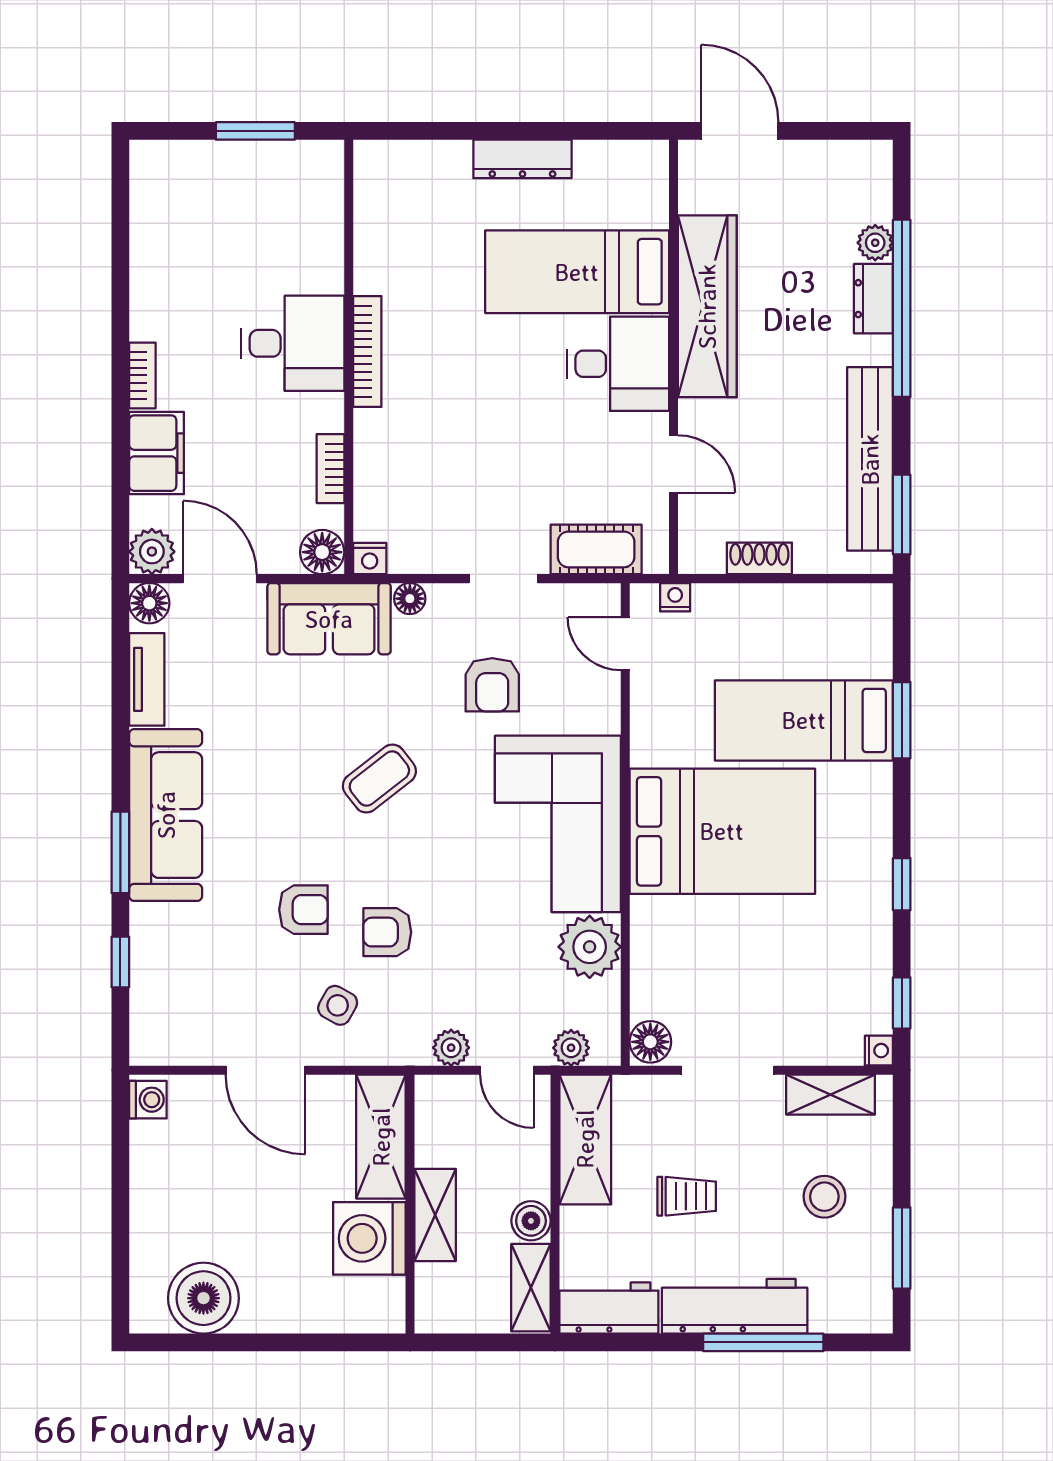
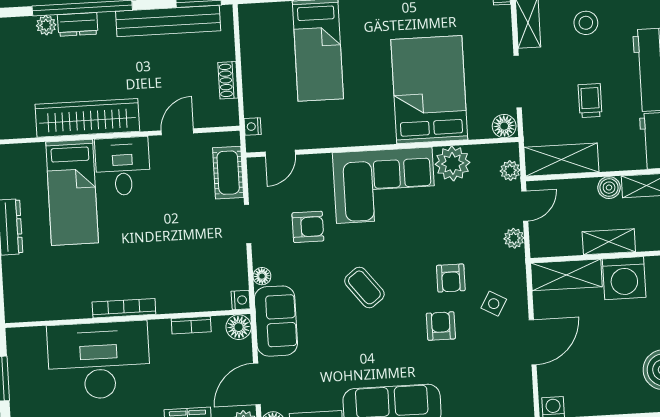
desk: (293, 343) -> (99, 360), width x1.87, depth x1.30
bed: (722, 831) -> (429, 90), moved

